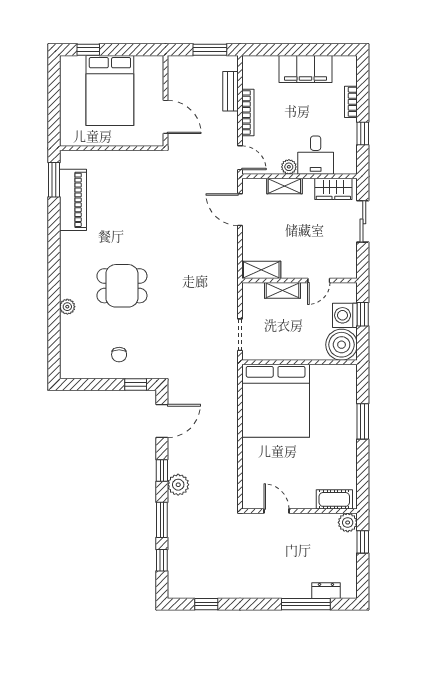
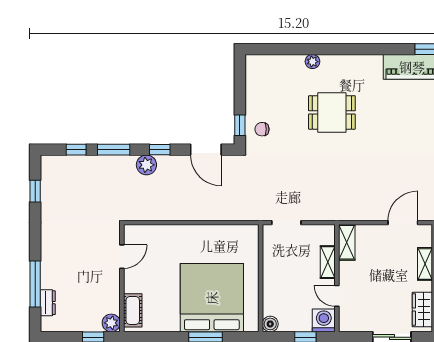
dining table: (122, 286) -> (332, 112), turned 90
washing machine: (345, 315) -> (324, 320), moved
boiler: (342, 345) -> (270, 324), width x0.54, depth x0.54
chair: (119, 355) -> (262, 129), moved
bed: (276, 401) -> (212, 298), moved, turned 90

